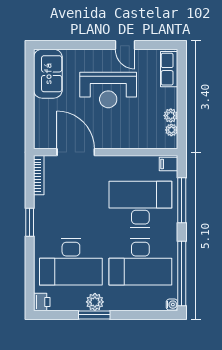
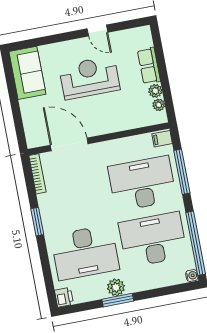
row of seats: (169, 69) -> (149, 66), moved
reception desk: (108, 90) -> (89, 78), turned 180
desk: (140, 262) -> (153, 240), turned 180

